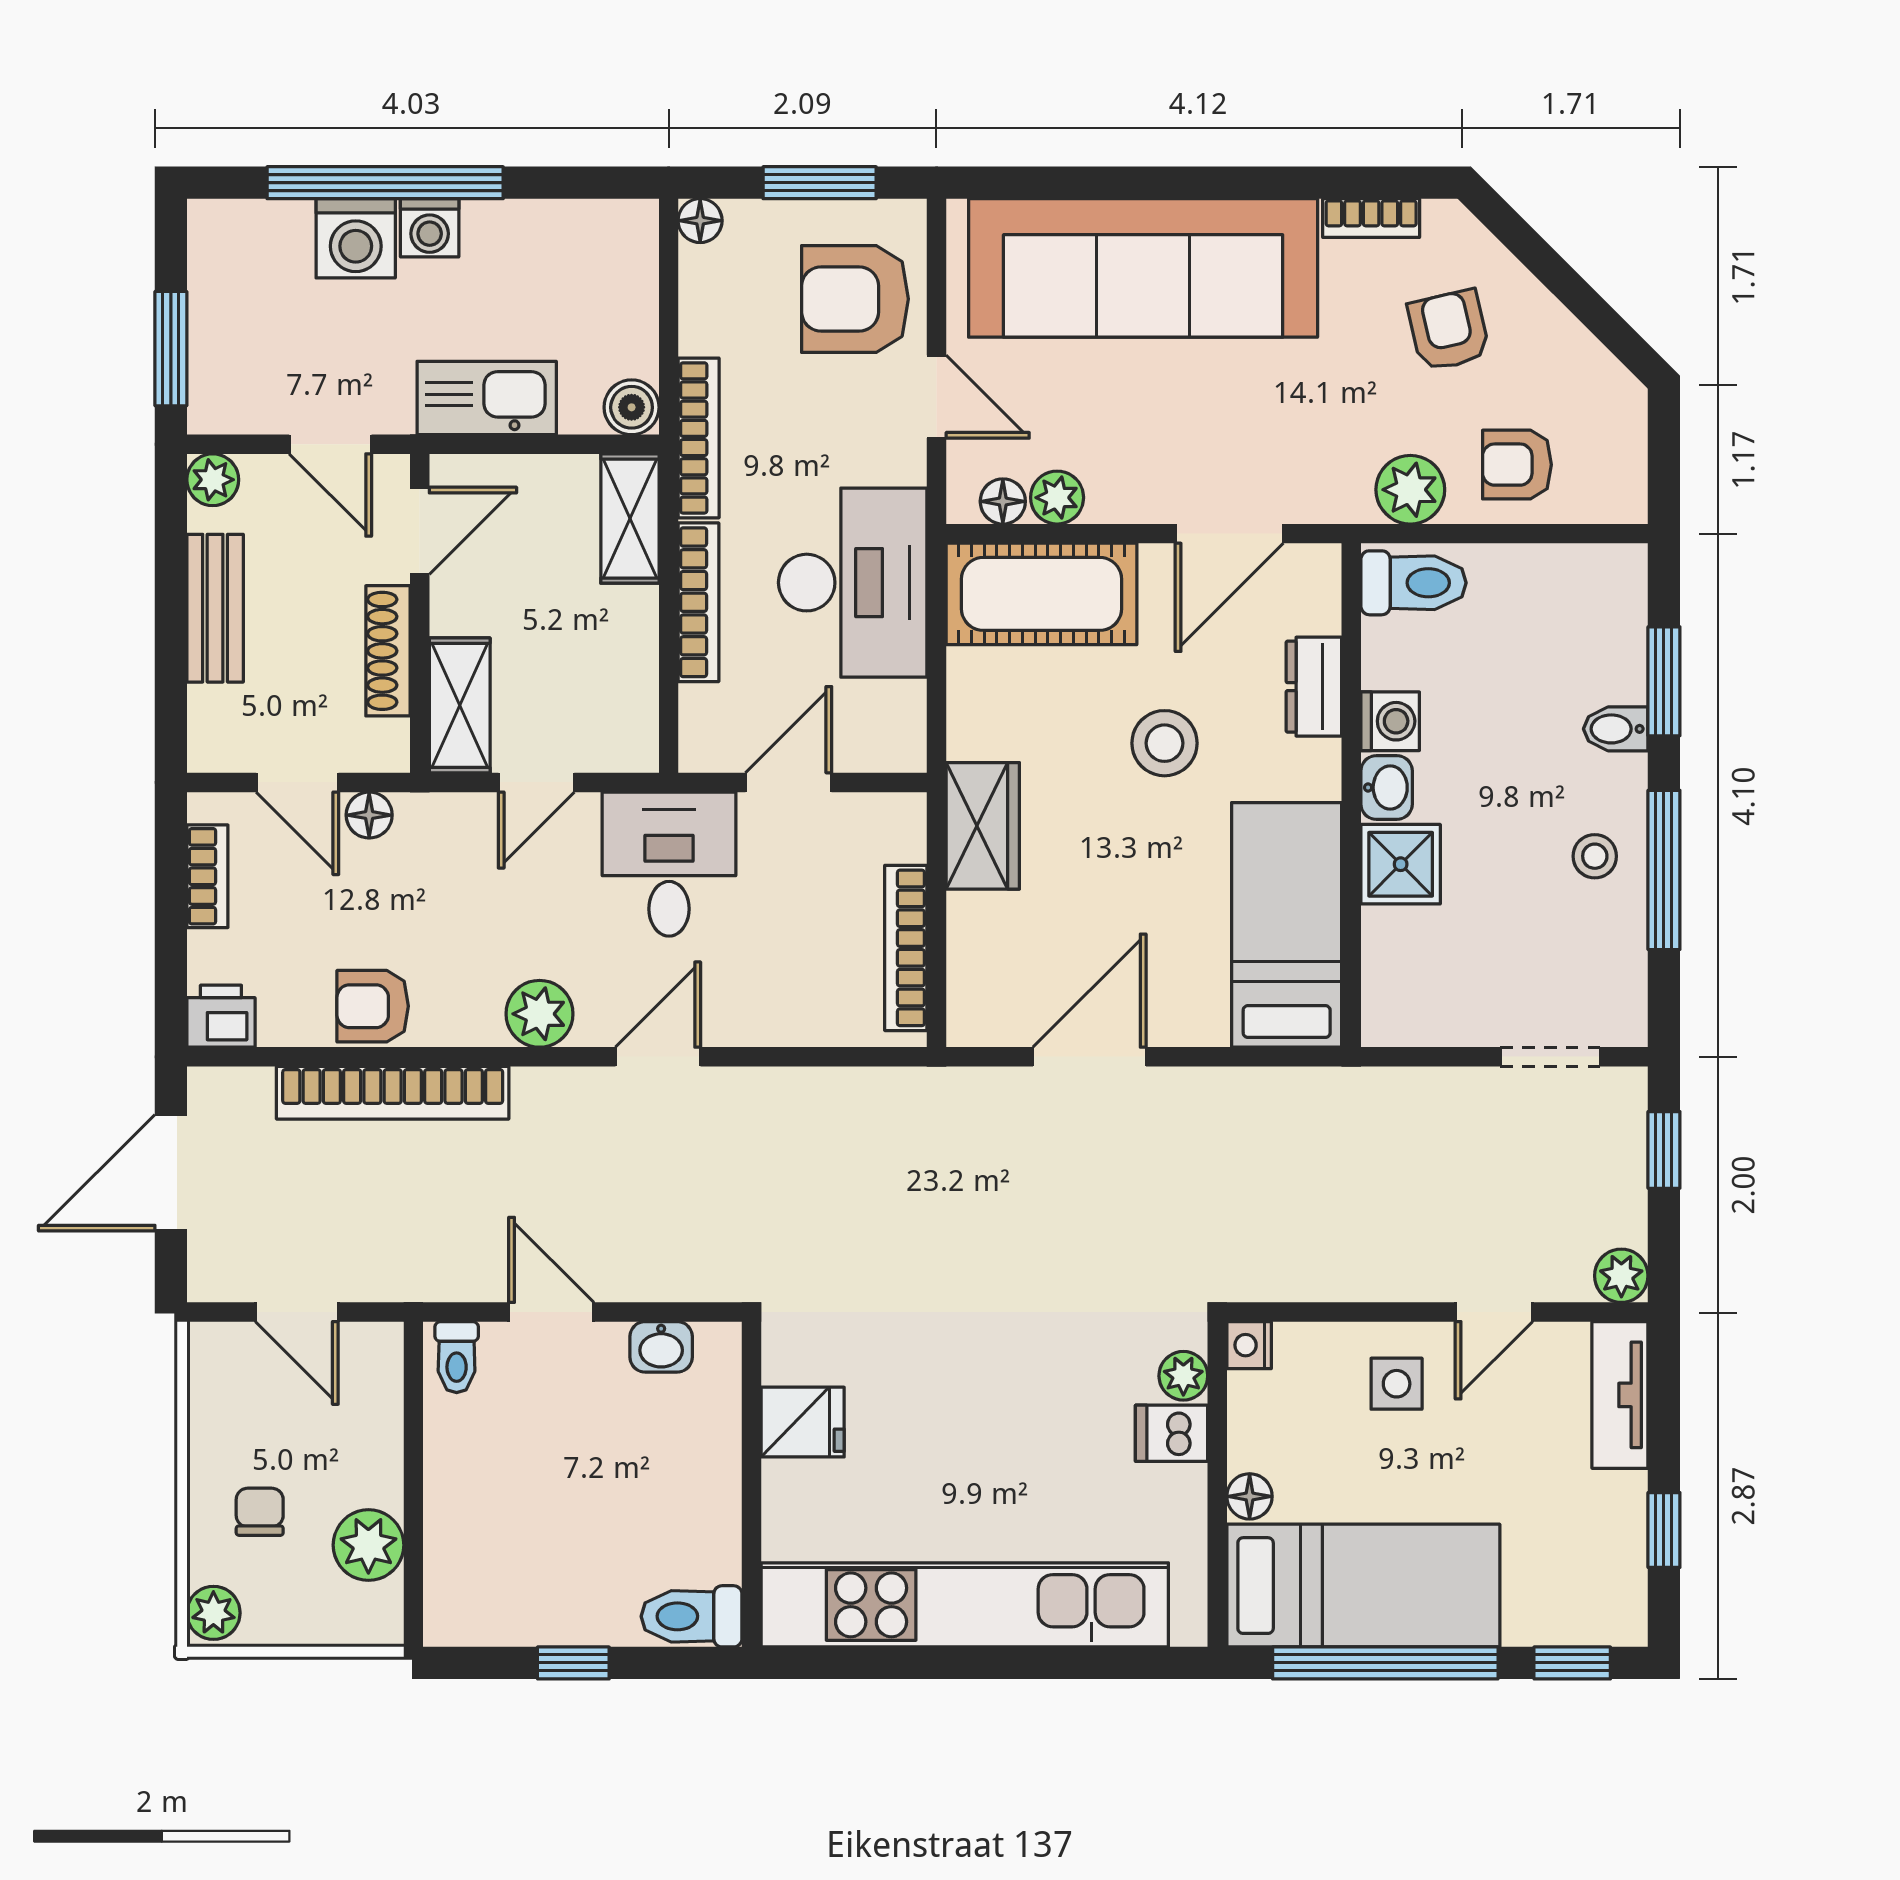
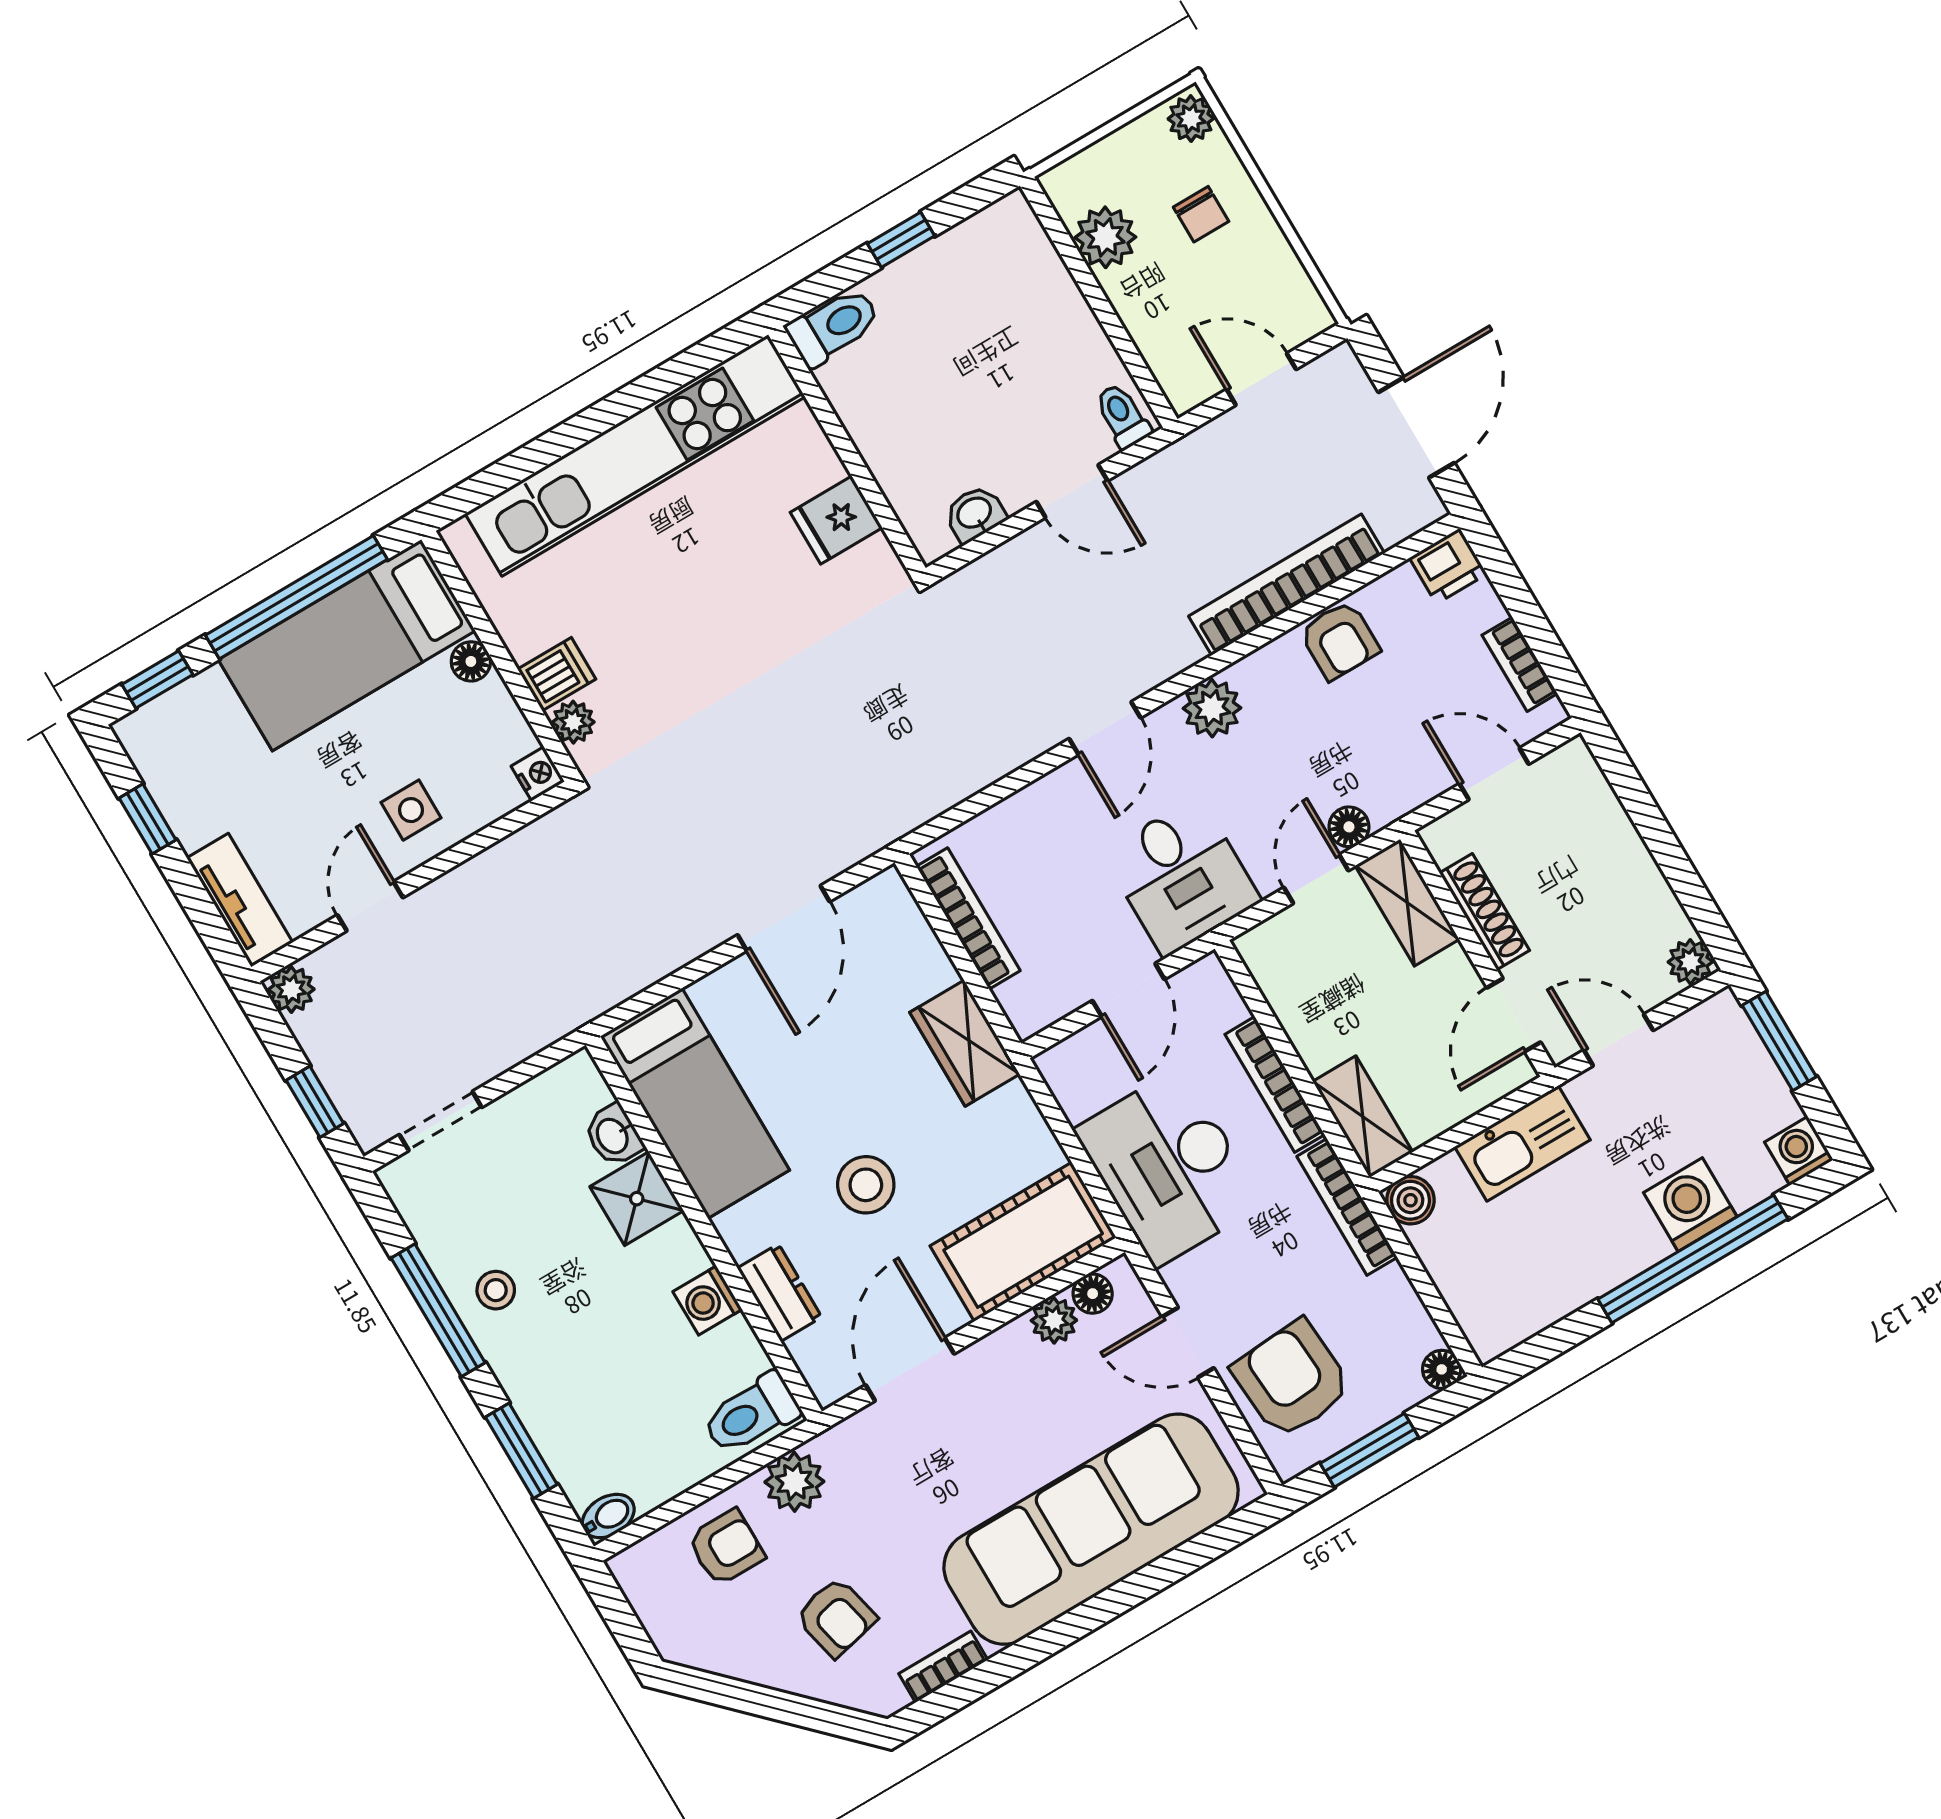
washing machine: (430, 228) -> (1799, 1151), moved
armchair: (855, 299) -> (1292, 1379), turned -94
bench: (215, 608) -> (1632, 867), removed
bidet: (1616, 729) -> (608, 1516), moved
washbasin: (1387, 787) -> (613, 1135), moved
floor lamp: (369, 815) -> (1349, 827), moved
armchair: (373, 1006) -> (1339, 640), turned 90

